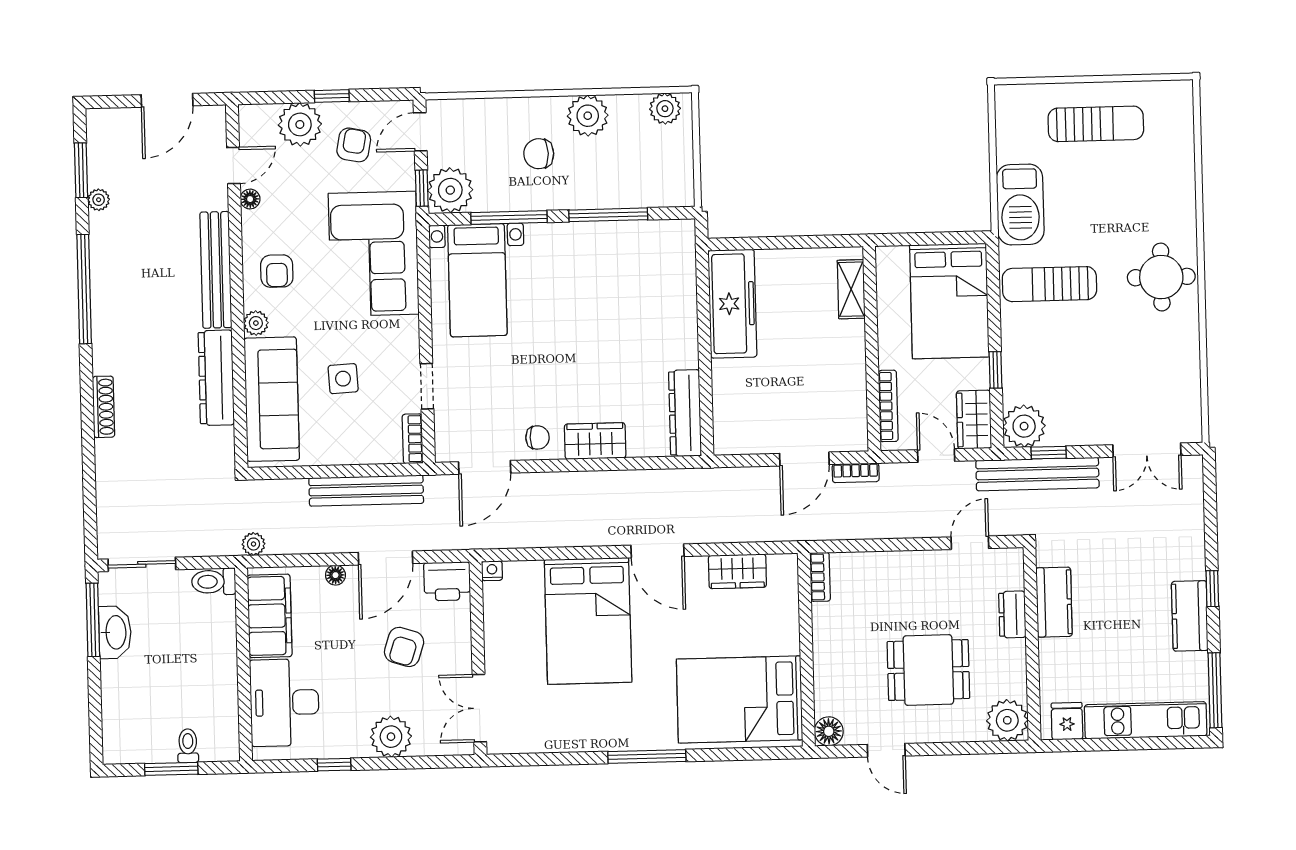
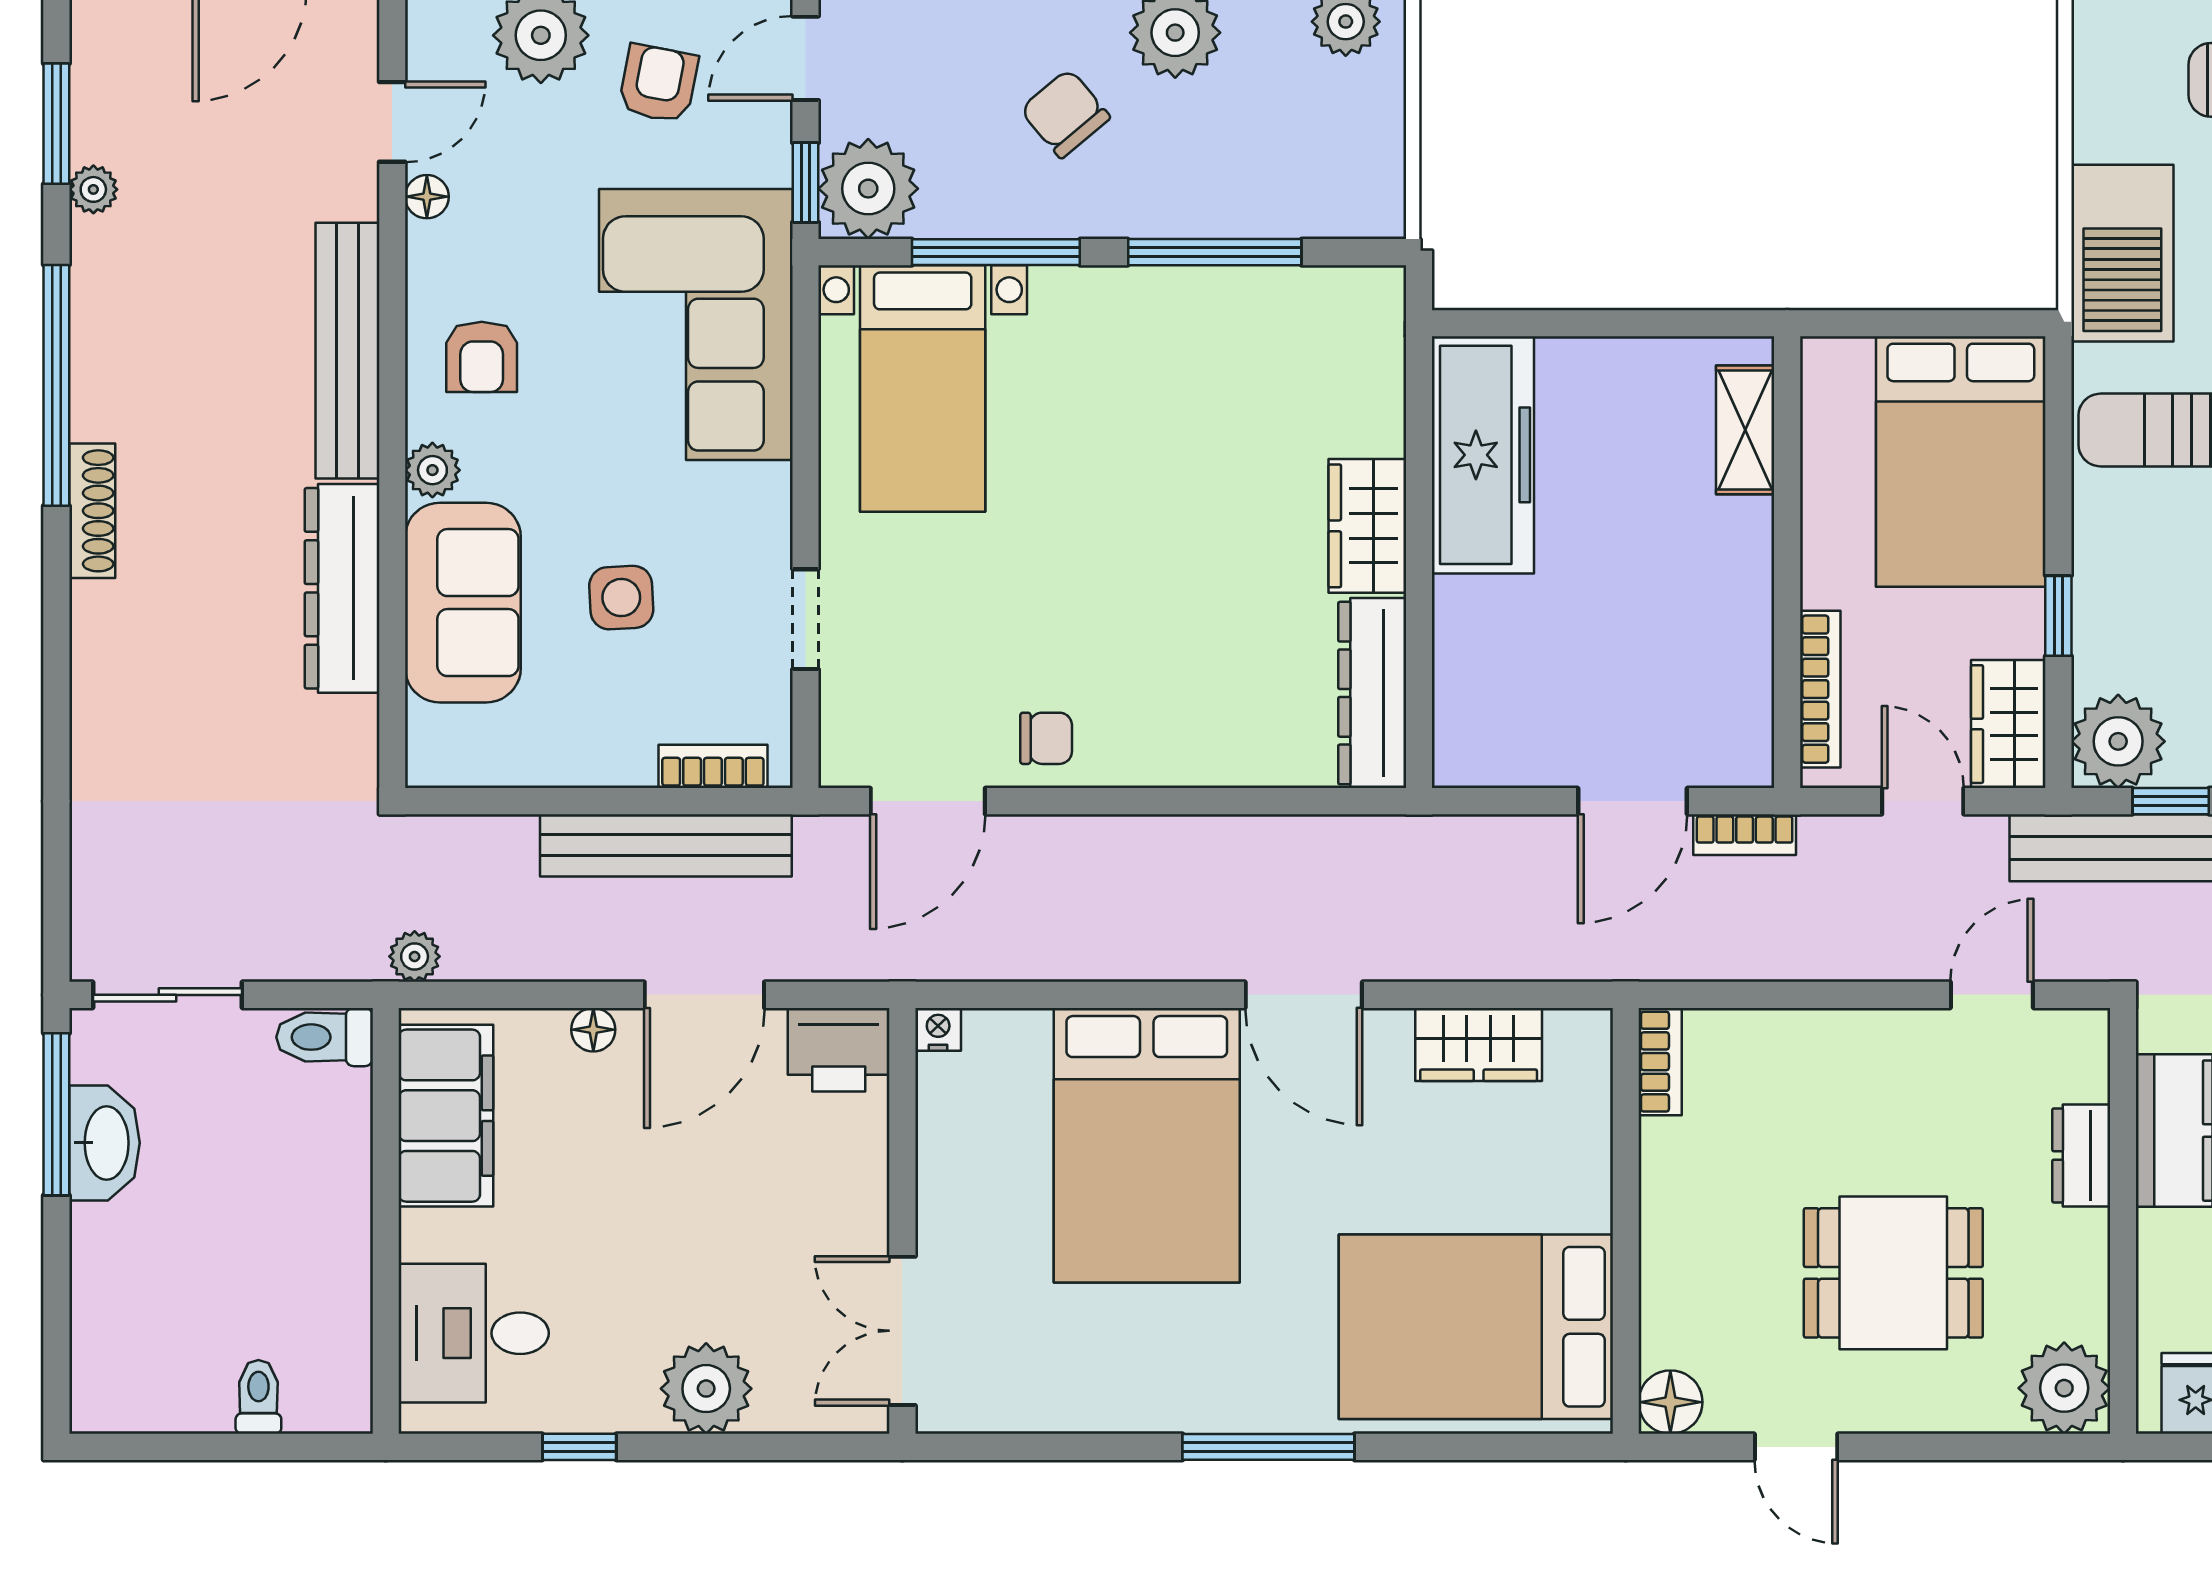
chair: (539, 154) -> (1065, 113), turned 50
sofa: (272, 399) -> (463, 603), width x0.73
shoe rack: (104, 407) -> (92, 511), moved
bookcase: (413, 439) -> (713, 766), moved, turned 90
wardrobe: (595, 441) -> (1367, 526), moved, turned -90
armchair: (404, 647) -> (740, 1192), removed
desk: (284, 703) -> (474, 1333), width x0.73
window: (171, 769) -> (220, 1447), removed

